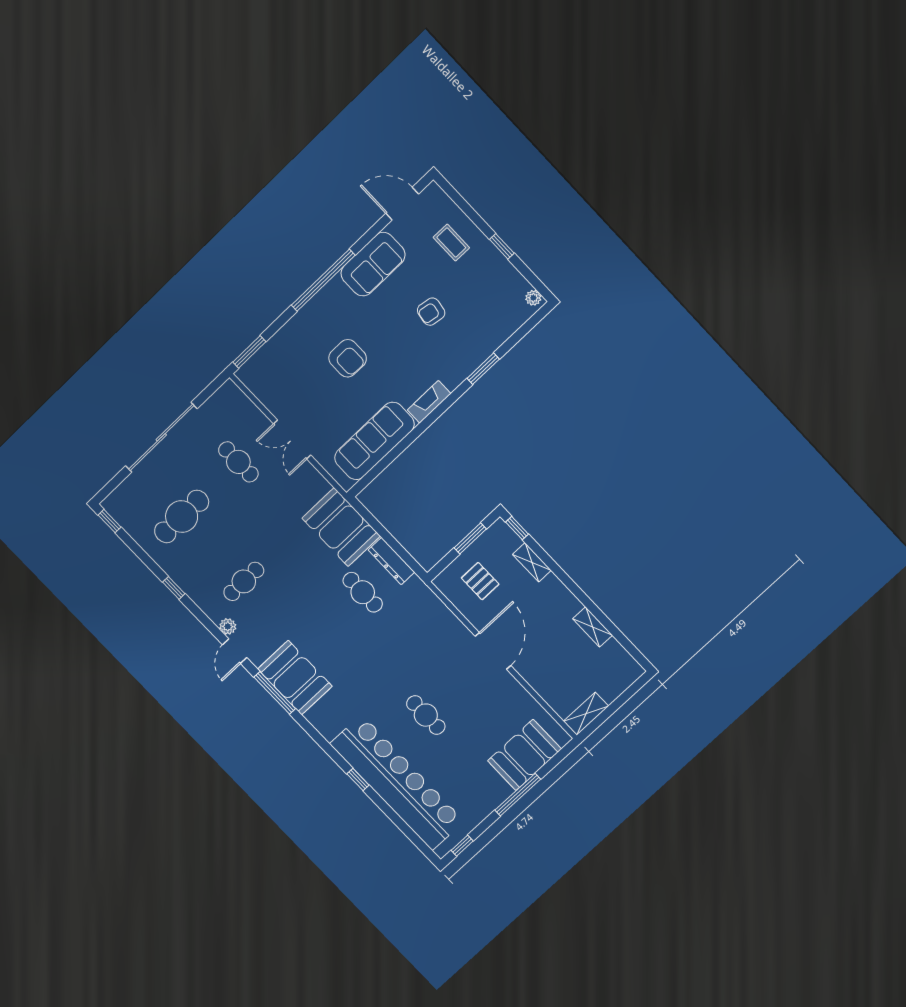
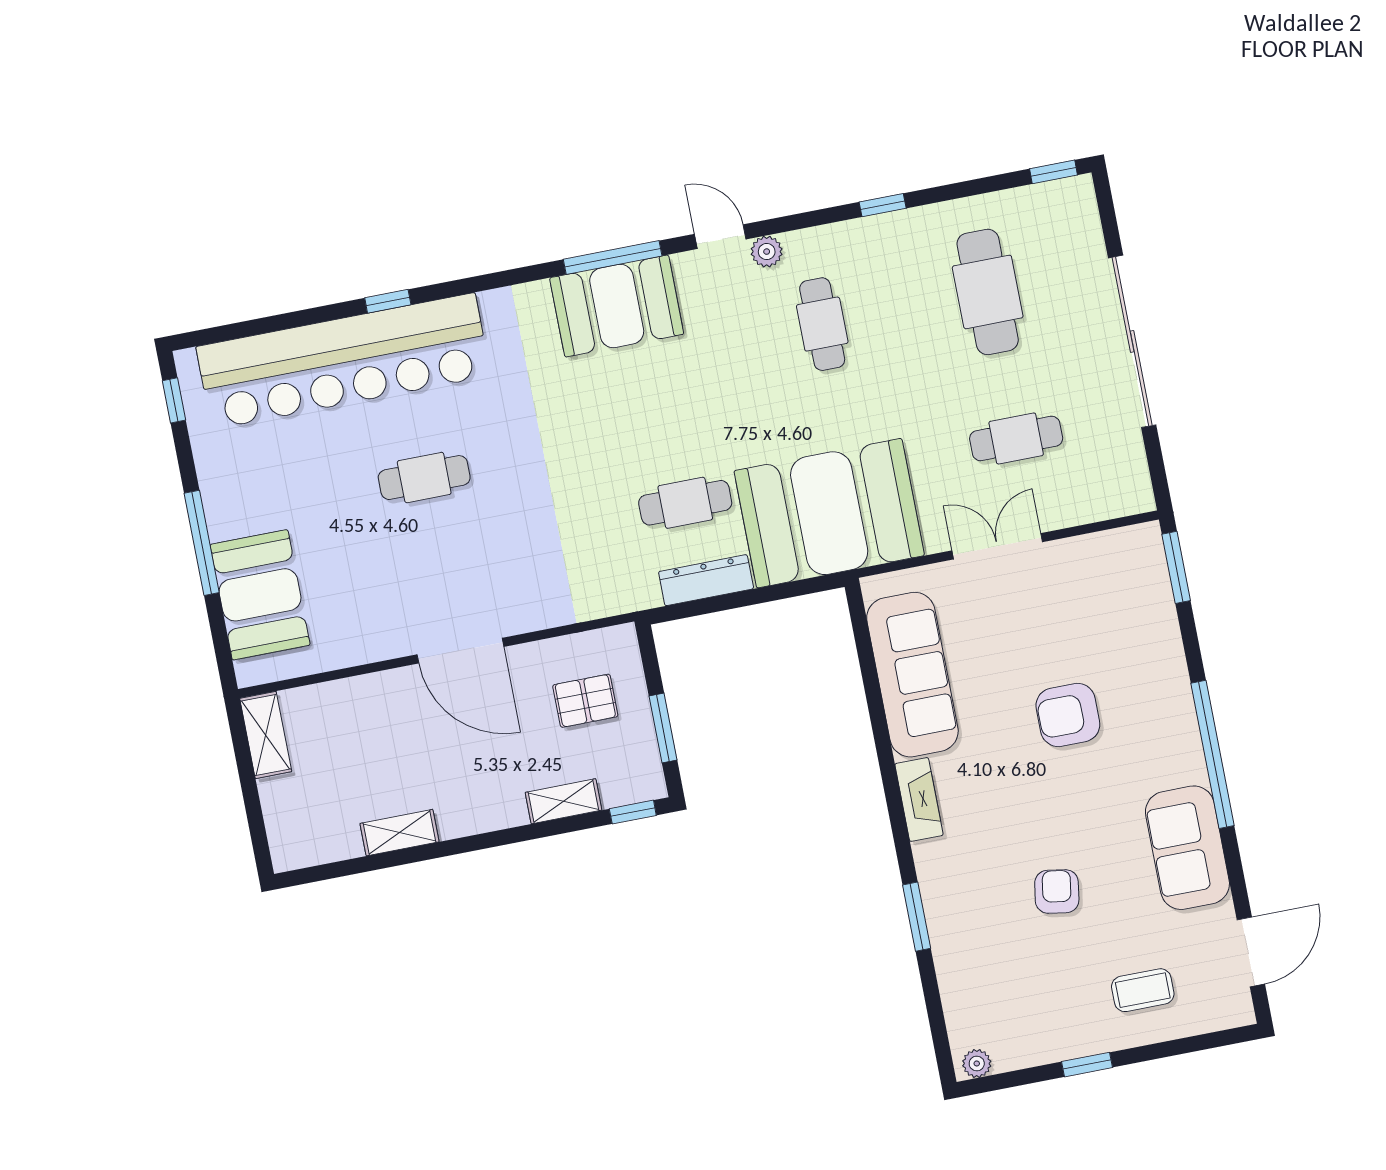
booth: (341, 527) -> (829, 513), width x1.36, depth x1.42

